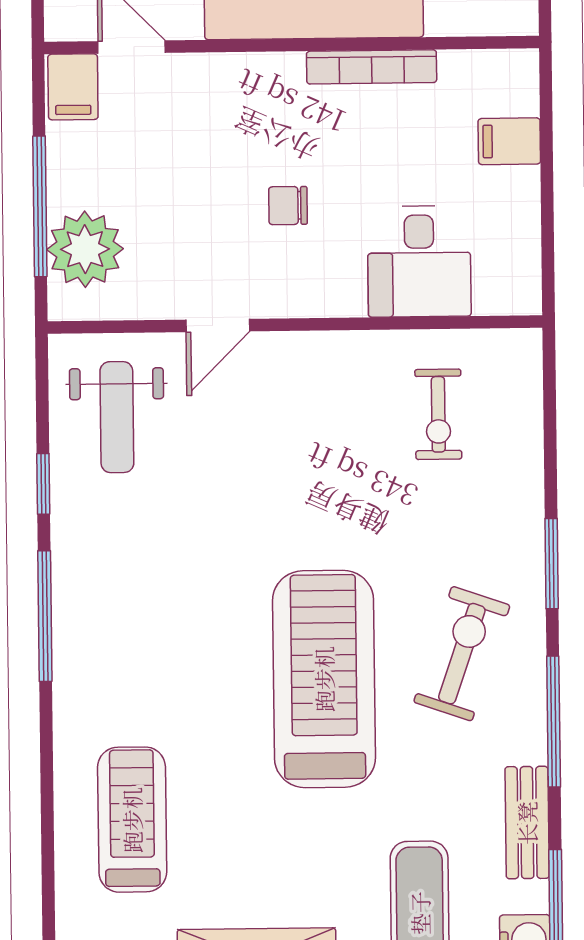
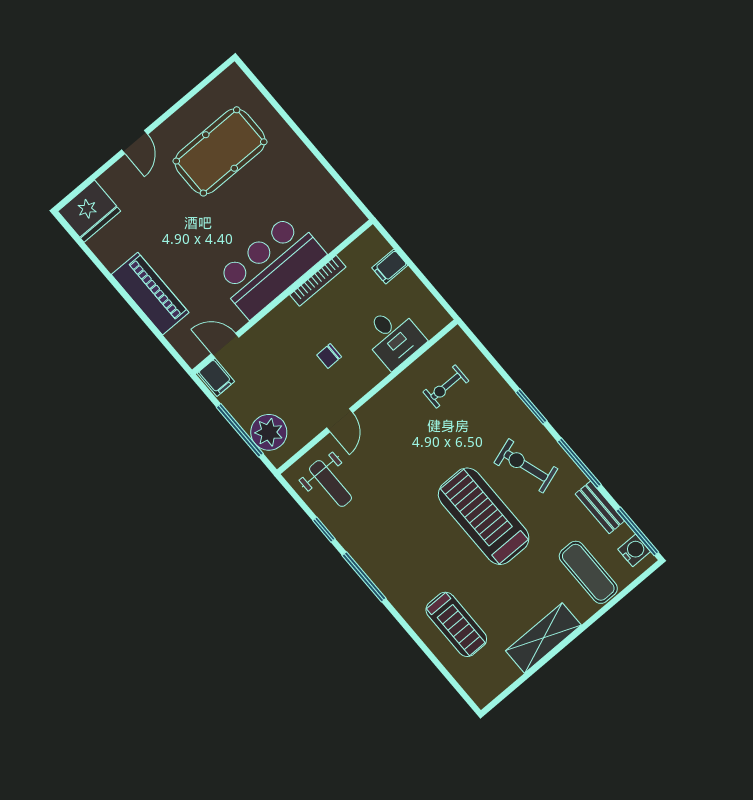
exercise bike: (438, 414) -> (446, 386), turned 90
exercise bike: (462, 654) -> (526, 466), turned -37
treadmill: (132, 820) -> (456, 624), turned 180

